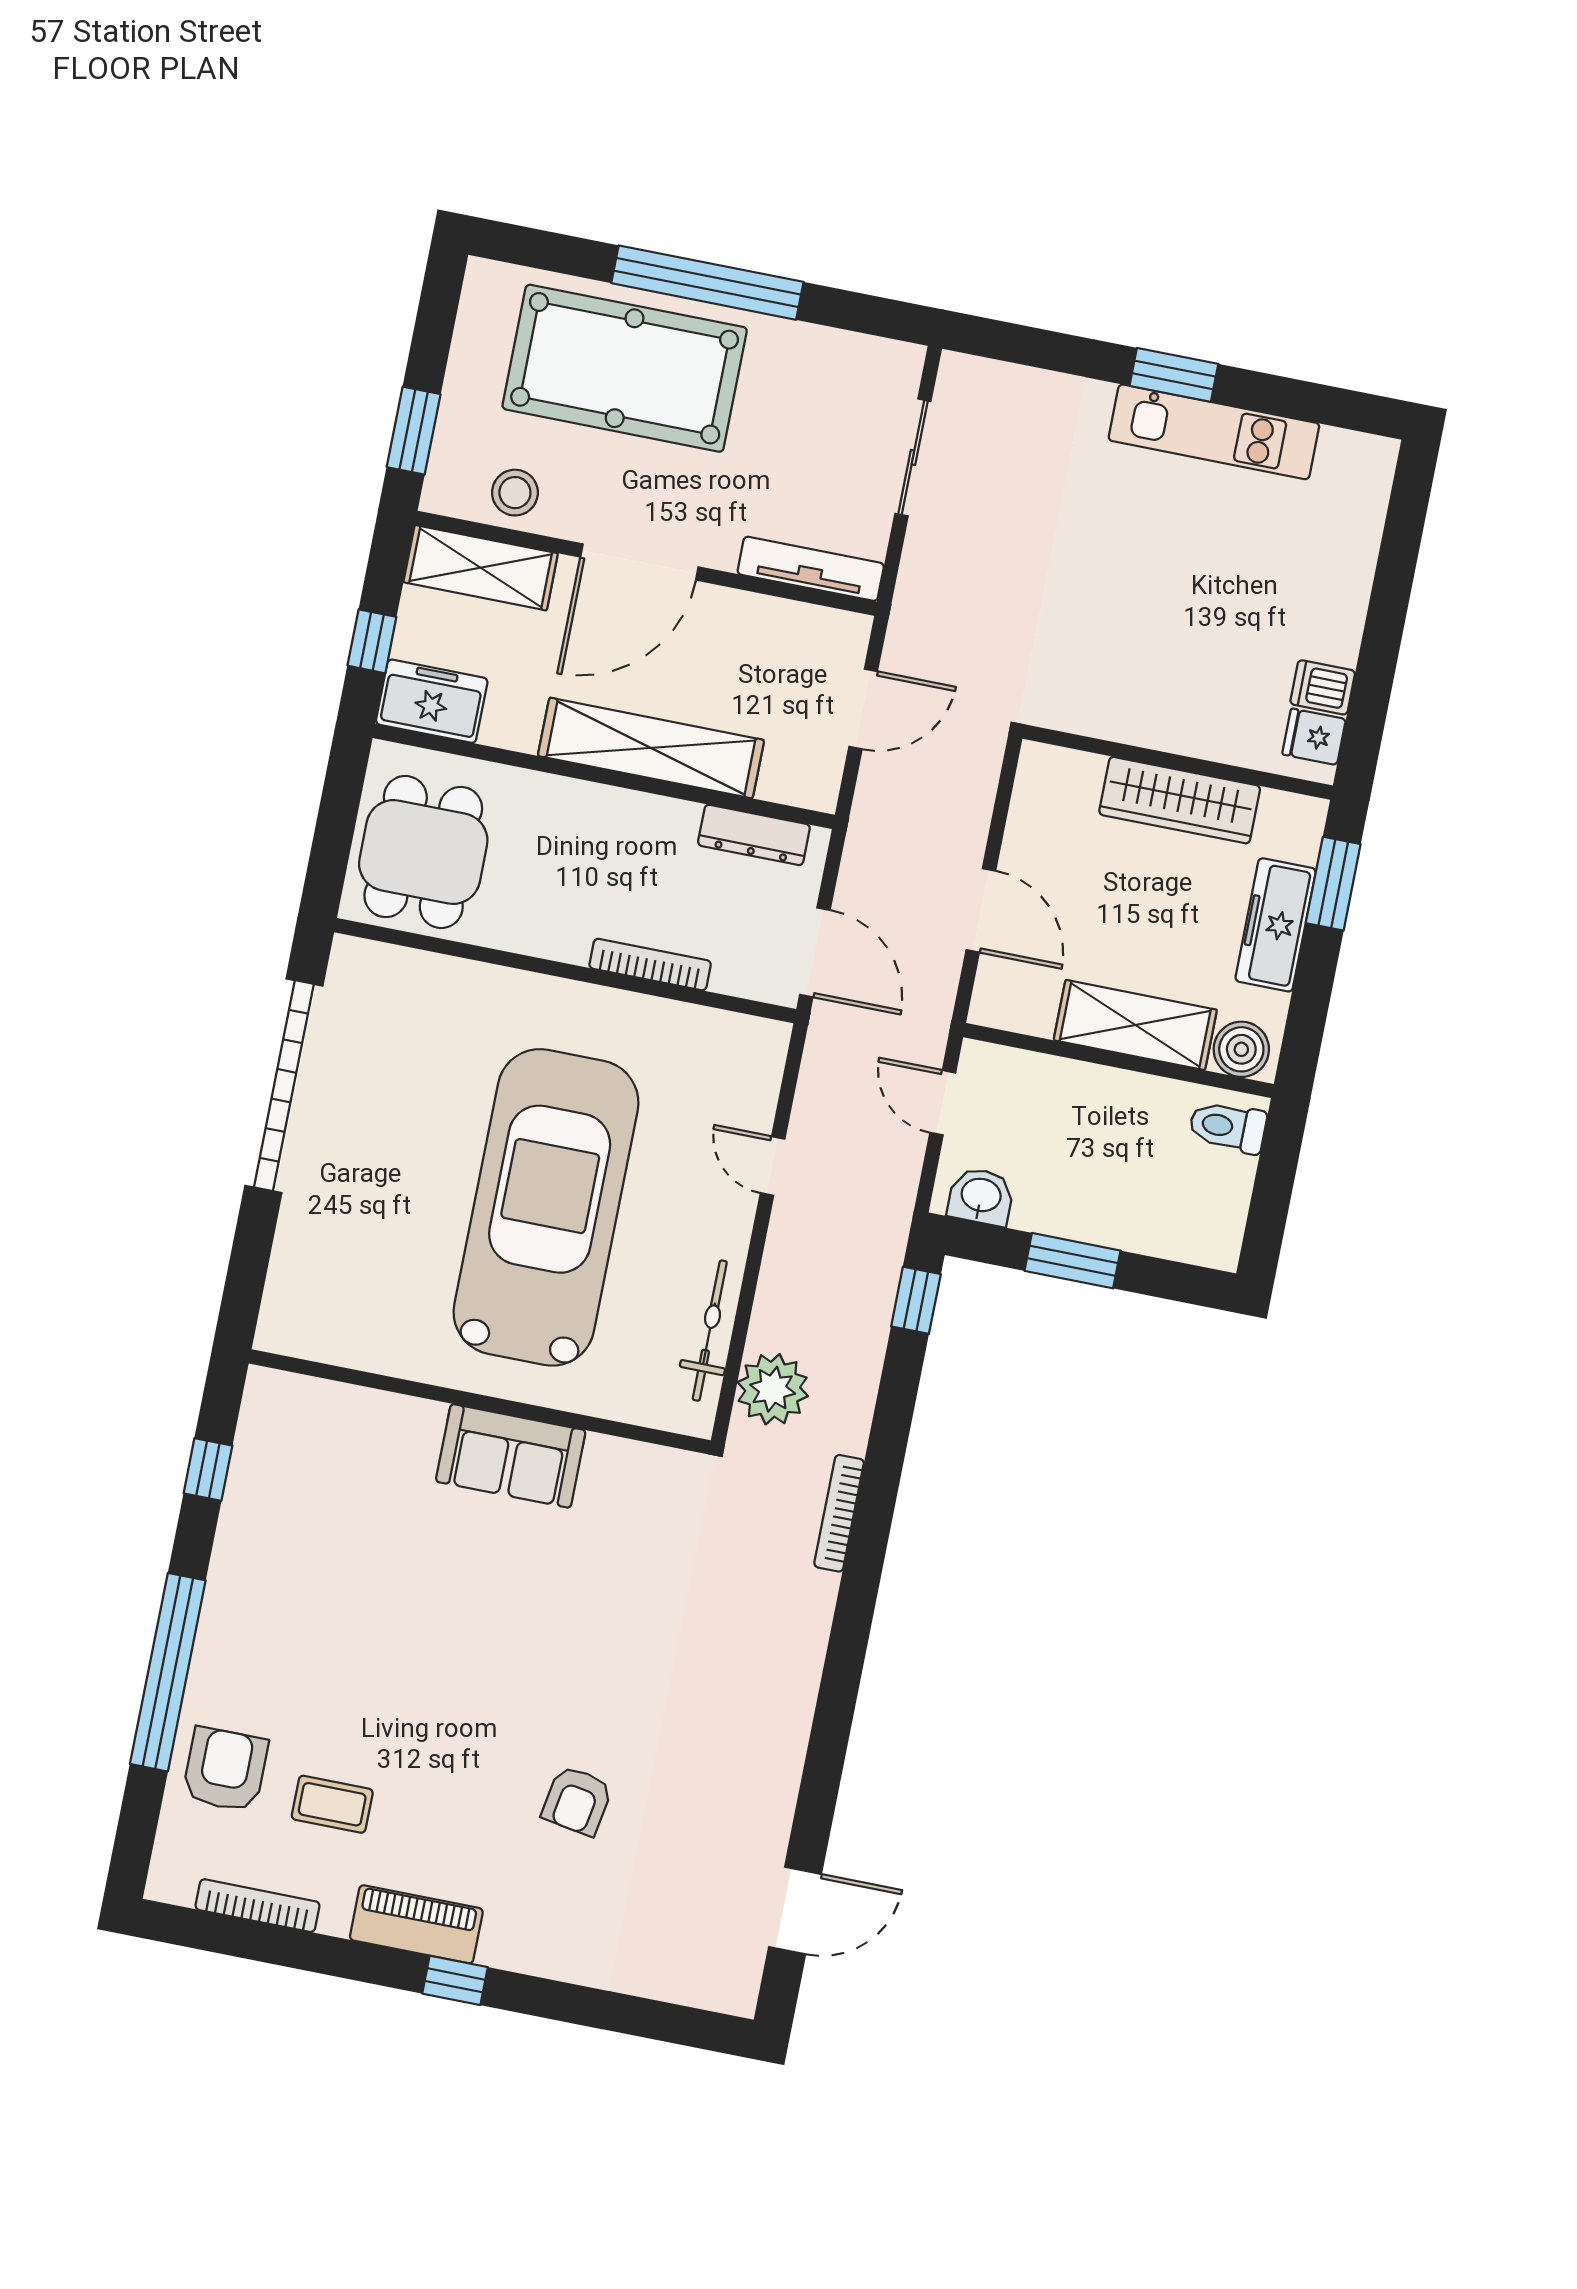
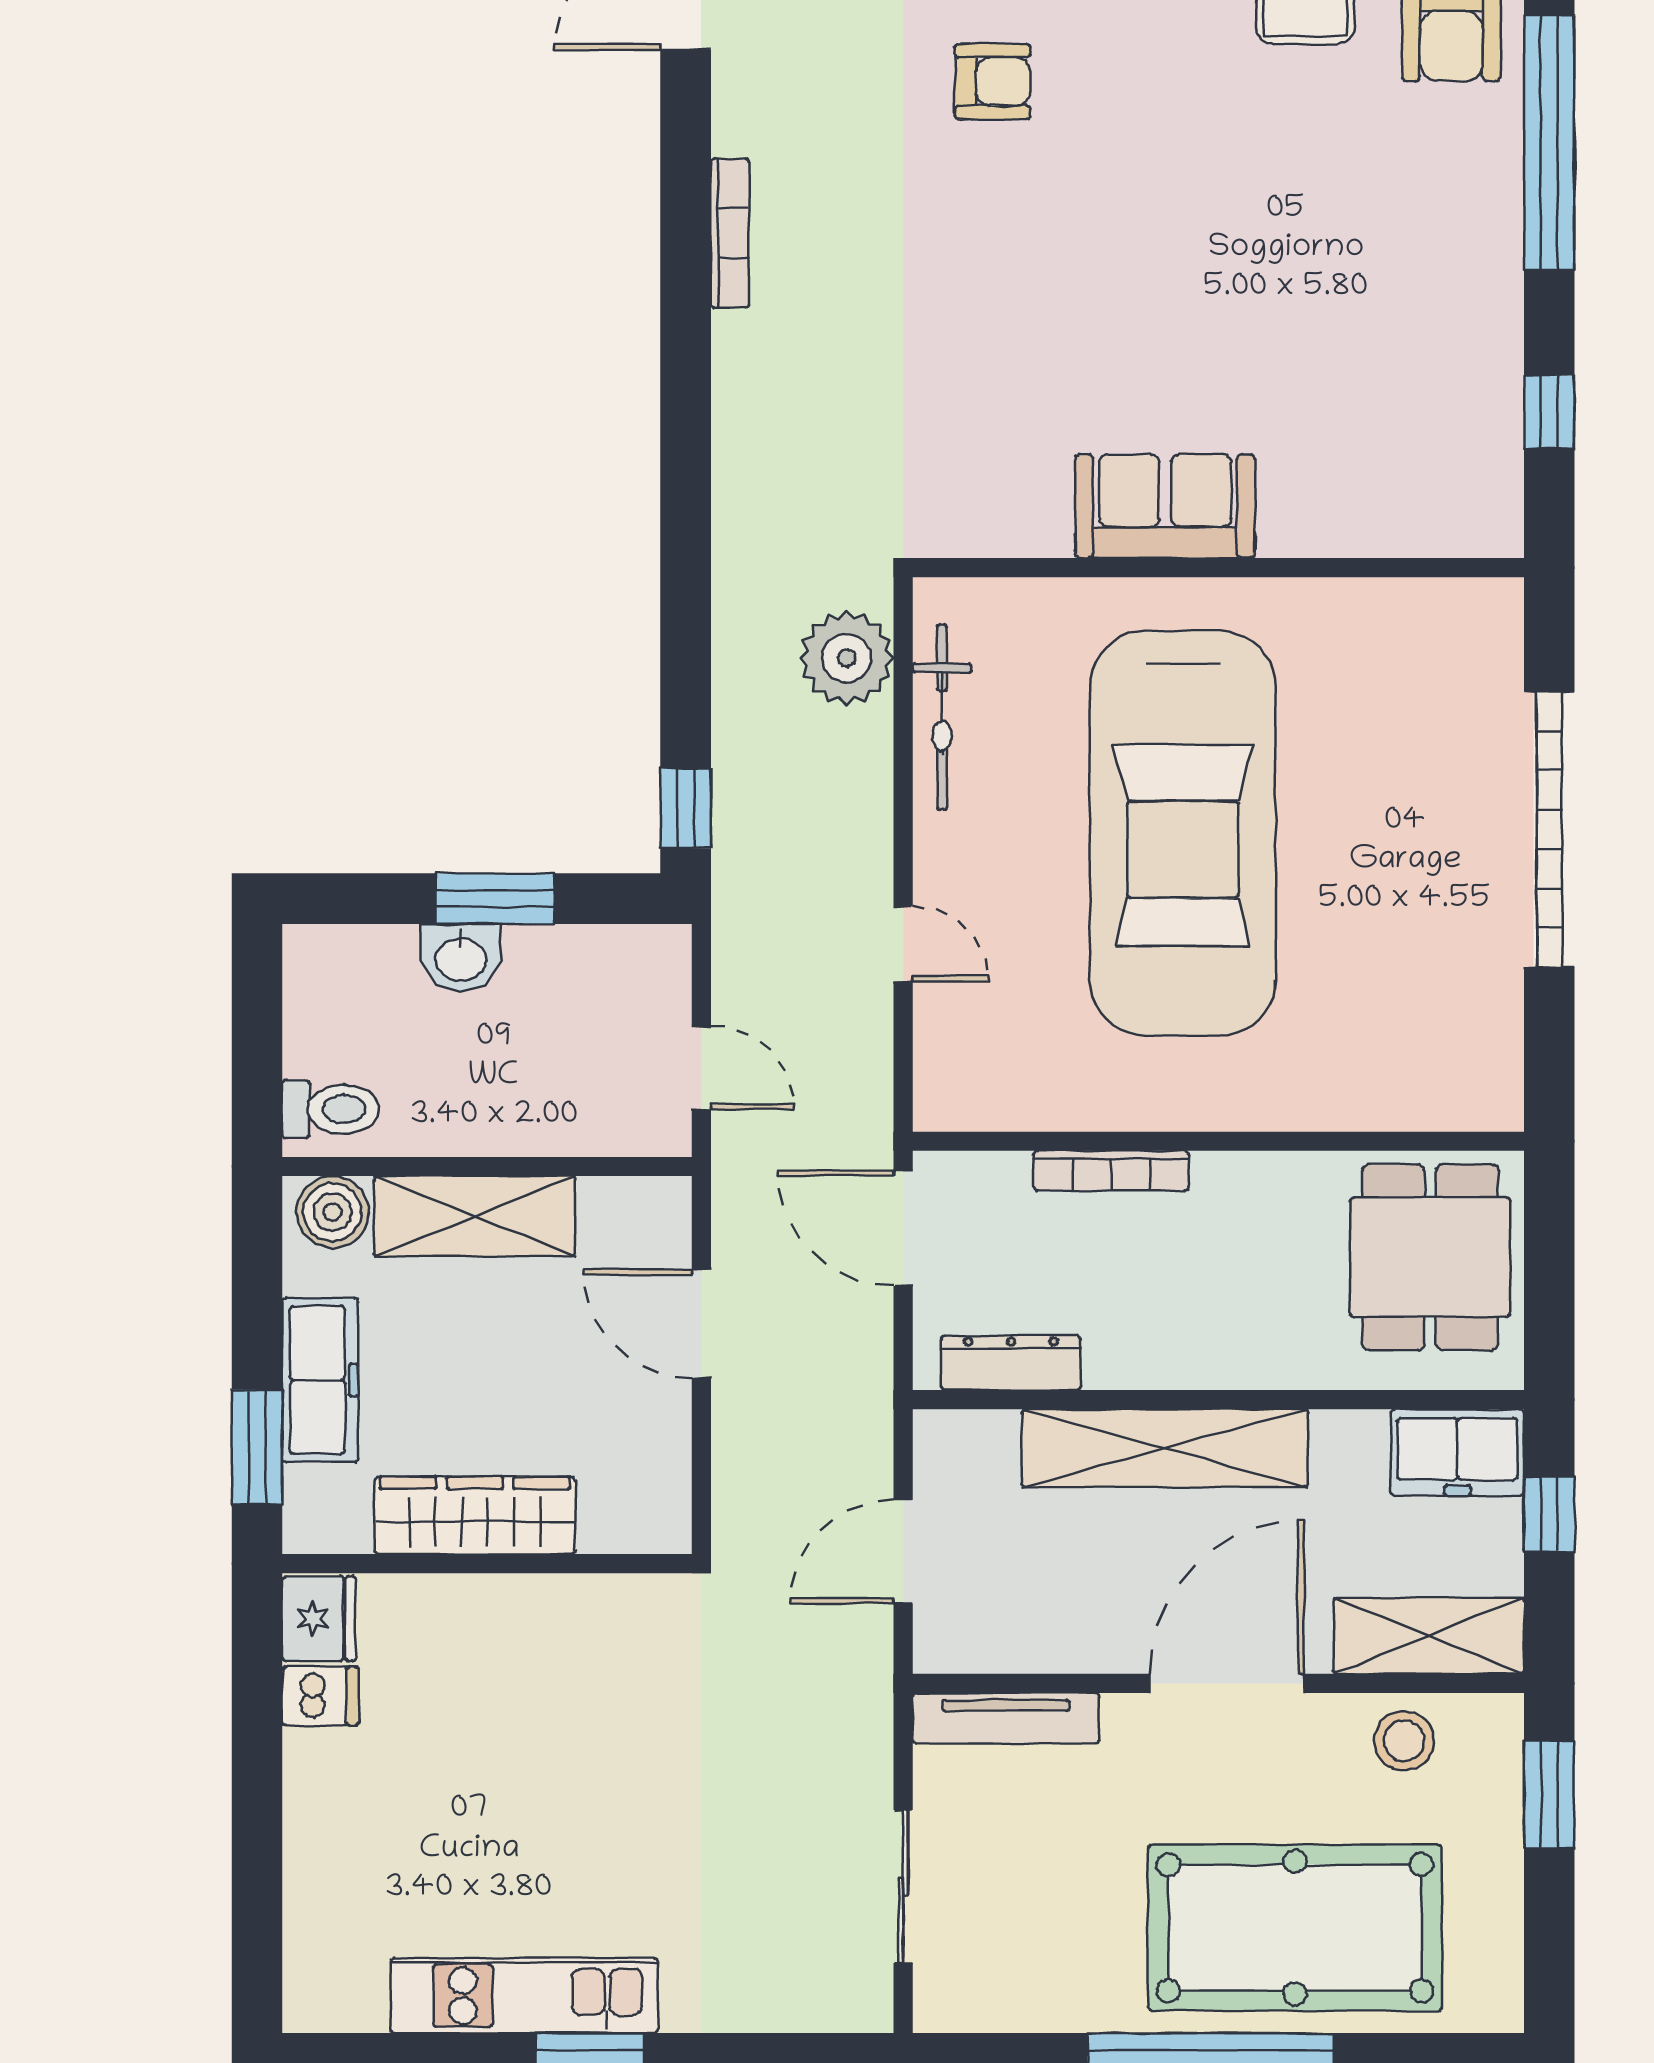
fridge: (1314, 737) -> (319, 1619), width x1.38
garage door: (284, 1086) -> (1549, 829), moved
washbasin: (981, 1196) -> (461, 958), moved
bookcase: (839, 1513) -> (730, 233), moved
armchair: (577, 1801) -> (993, 82), turned 80

